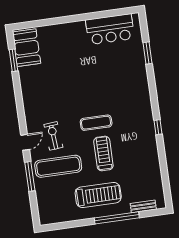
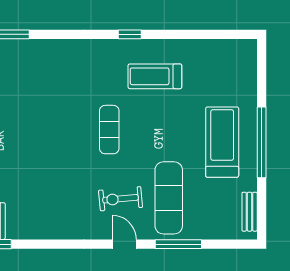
treadmill: (103, 153) -> (155, 76), moved
bench: (143, 206) -> (250, 212), moved
window: (117, 218) -> (262, 142), moved

